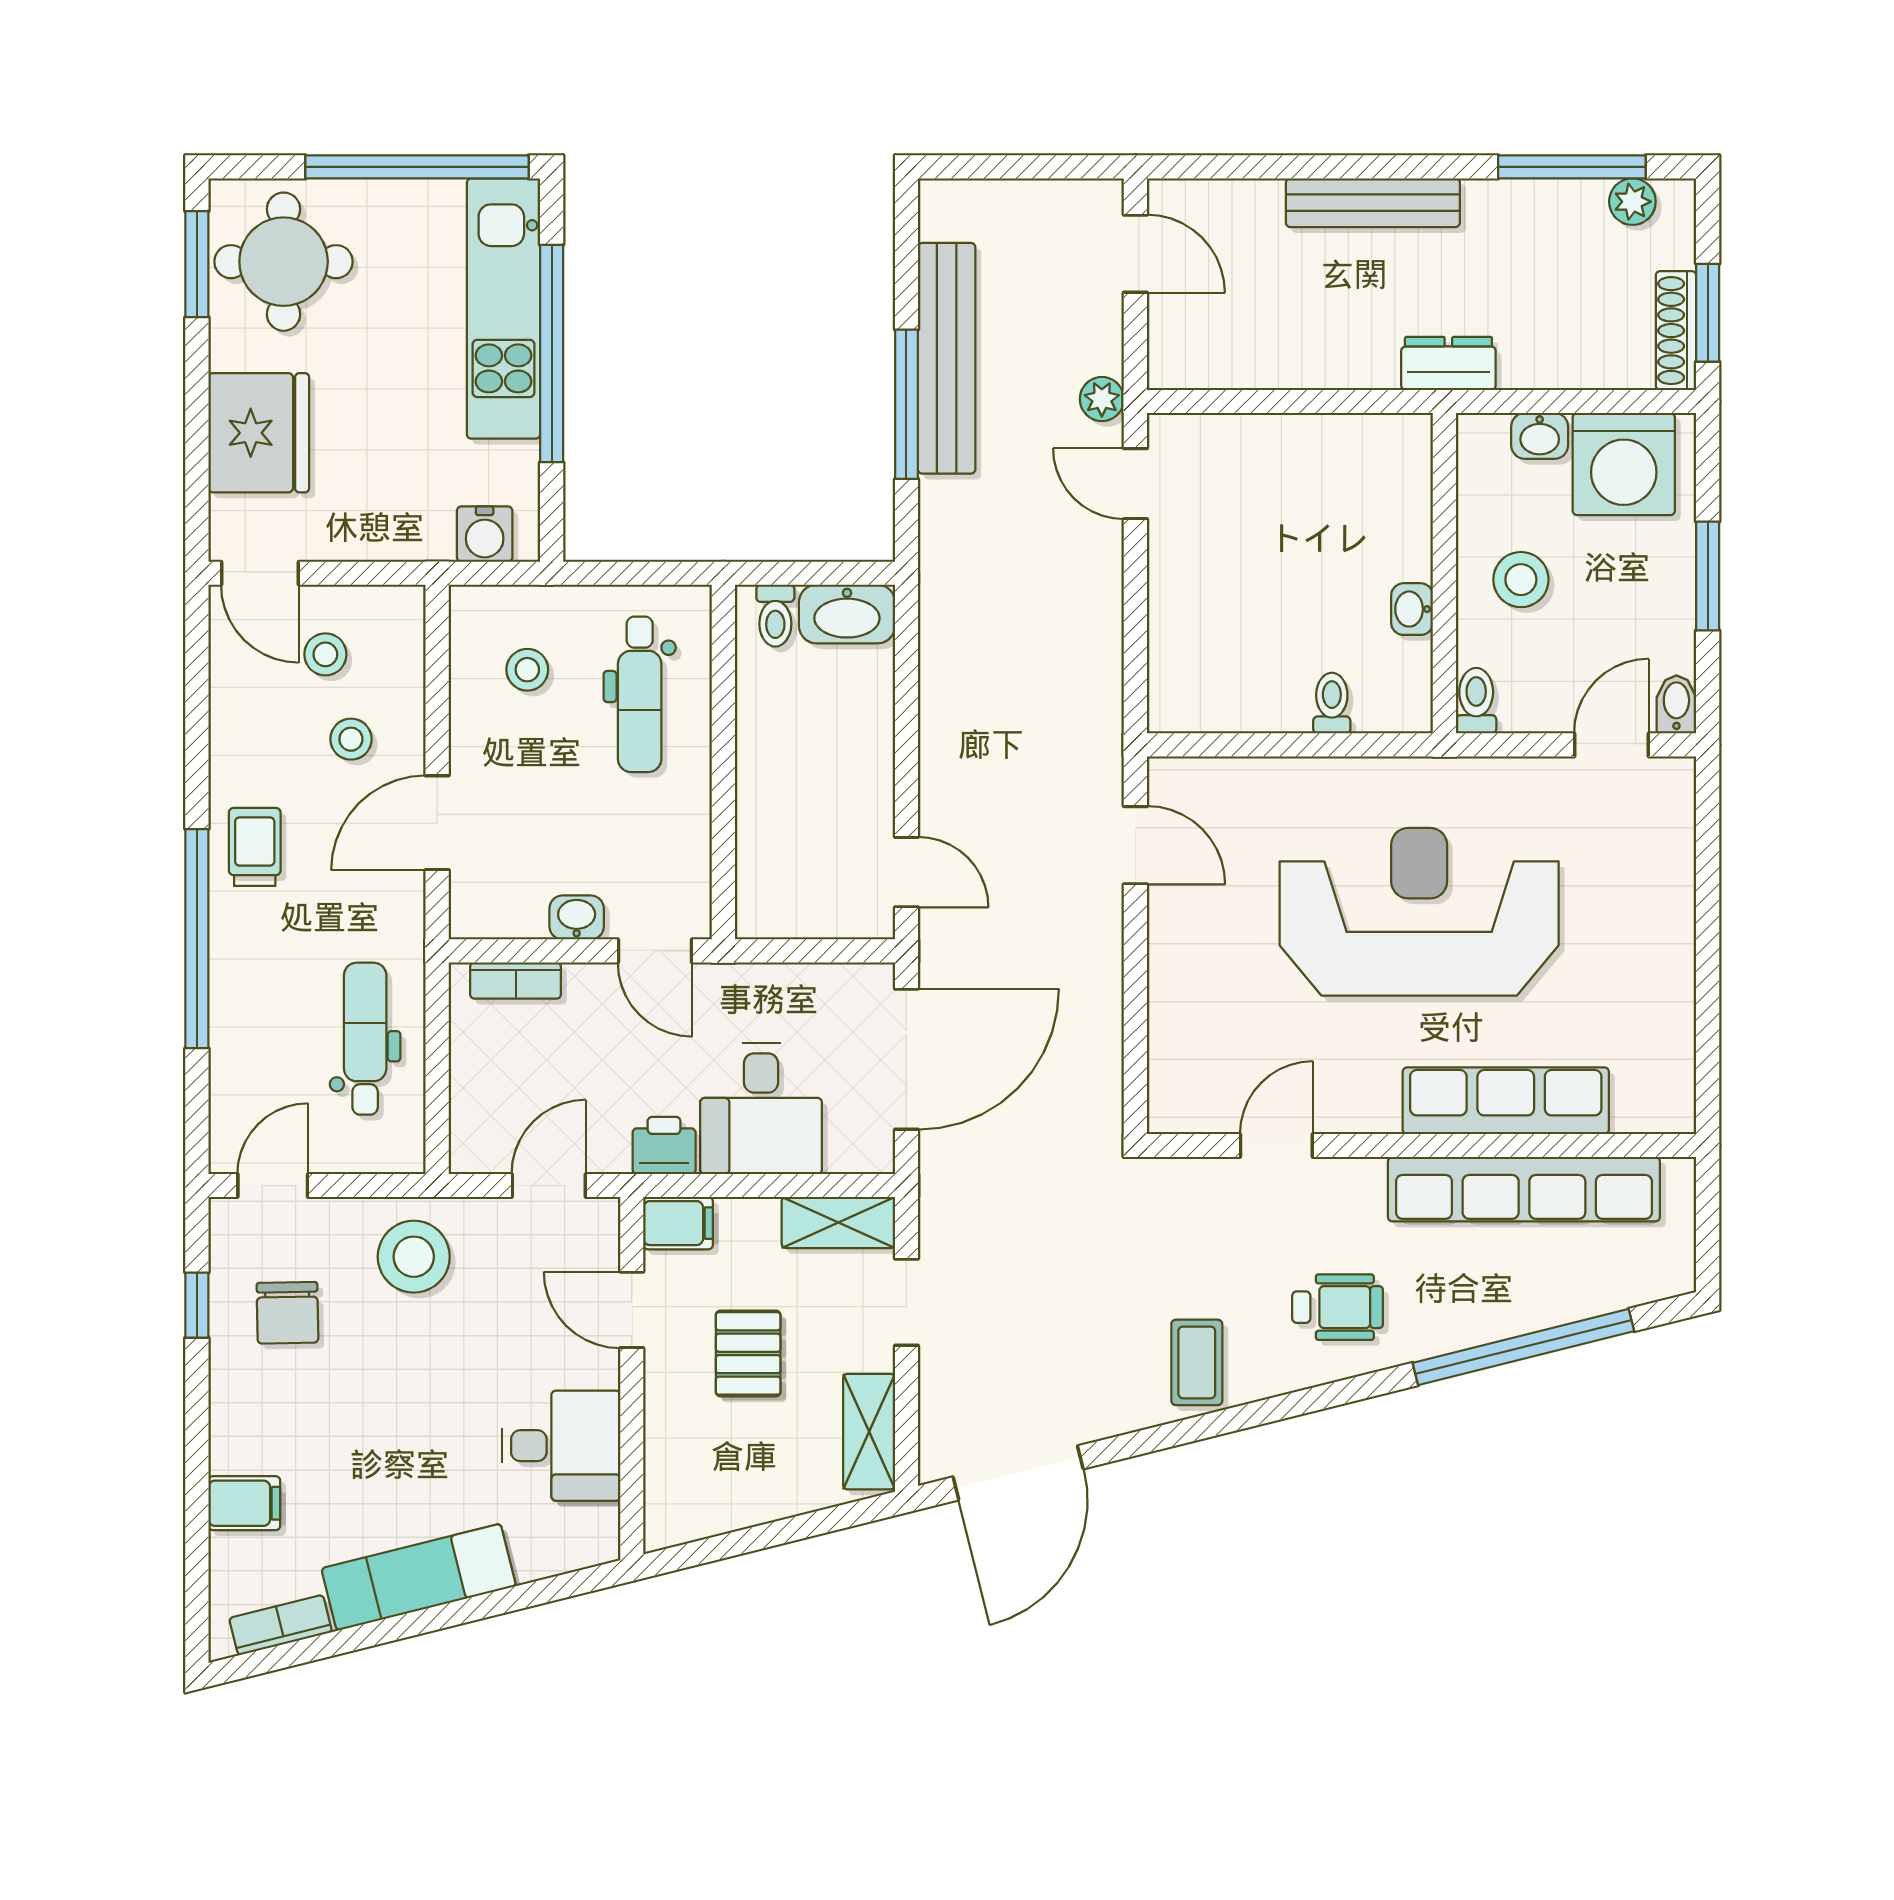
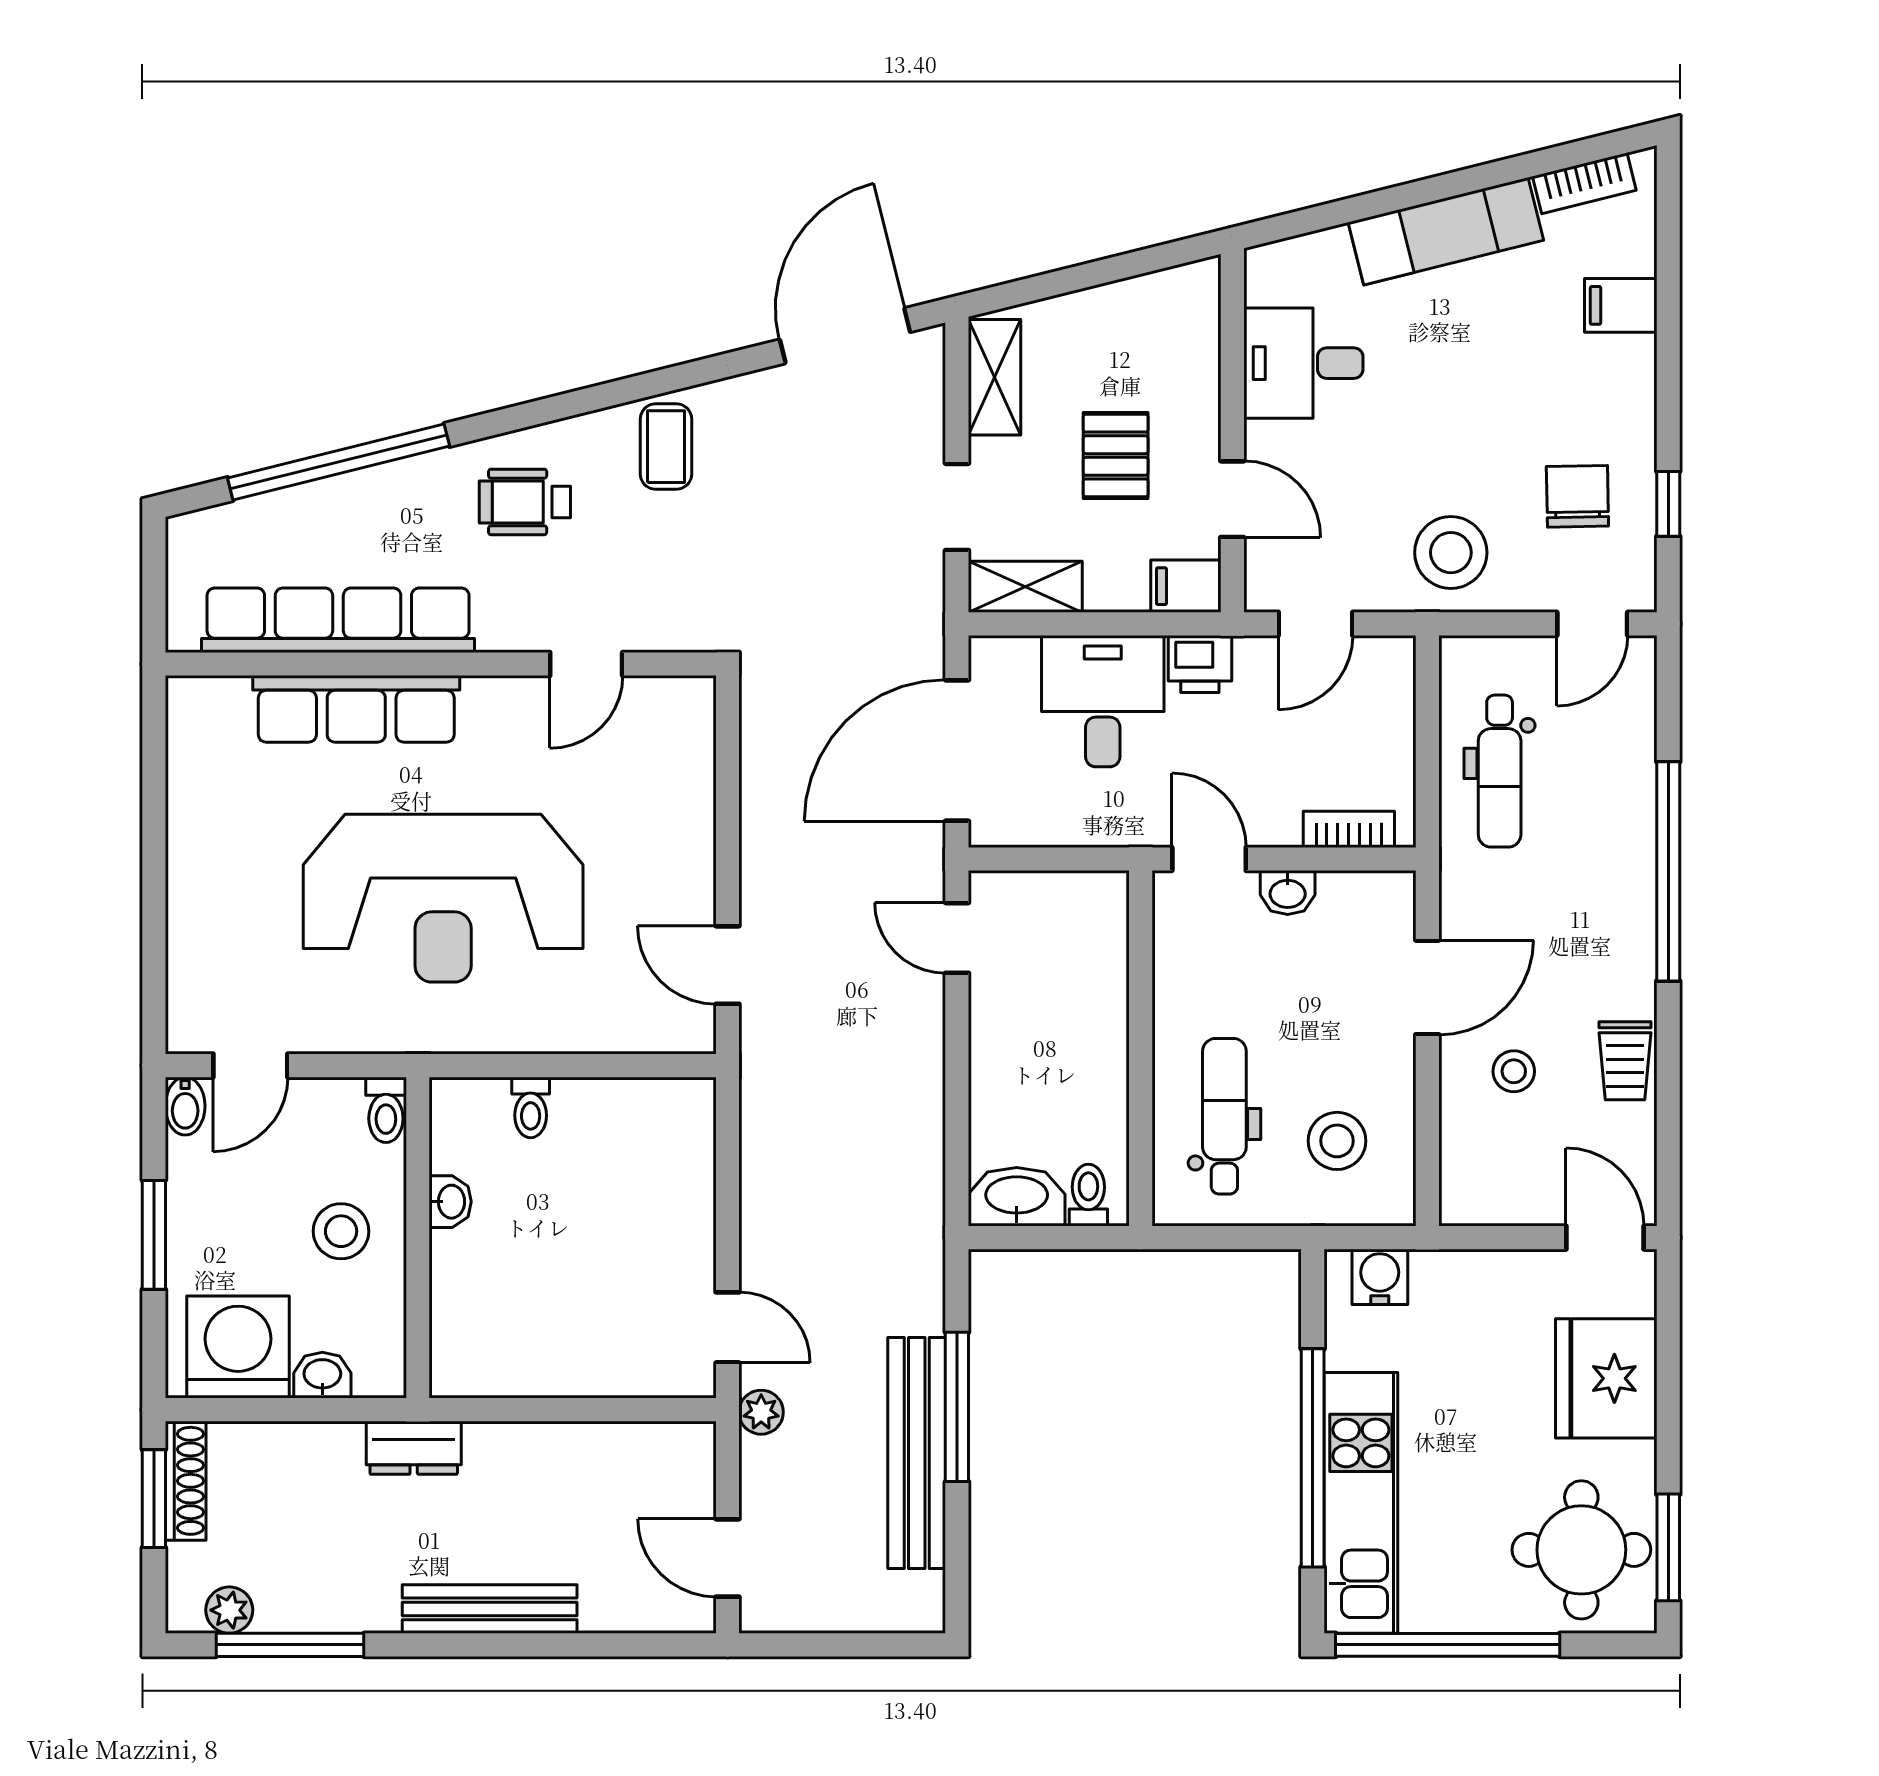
stool: (325, 654) -> (1539, 1156), removed
stool: (527, 670) -> (1337, 1141), width x1.37, depth x1.37
trolley: (255, 847) -> (1625, 1061), moved

